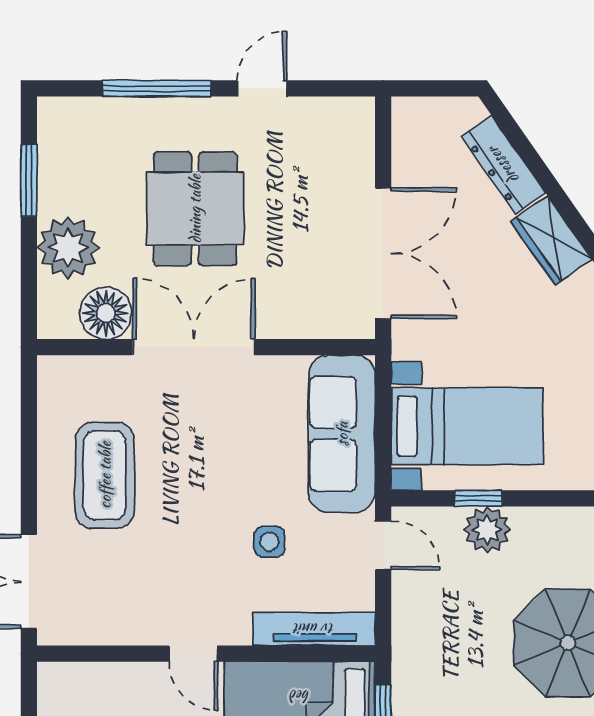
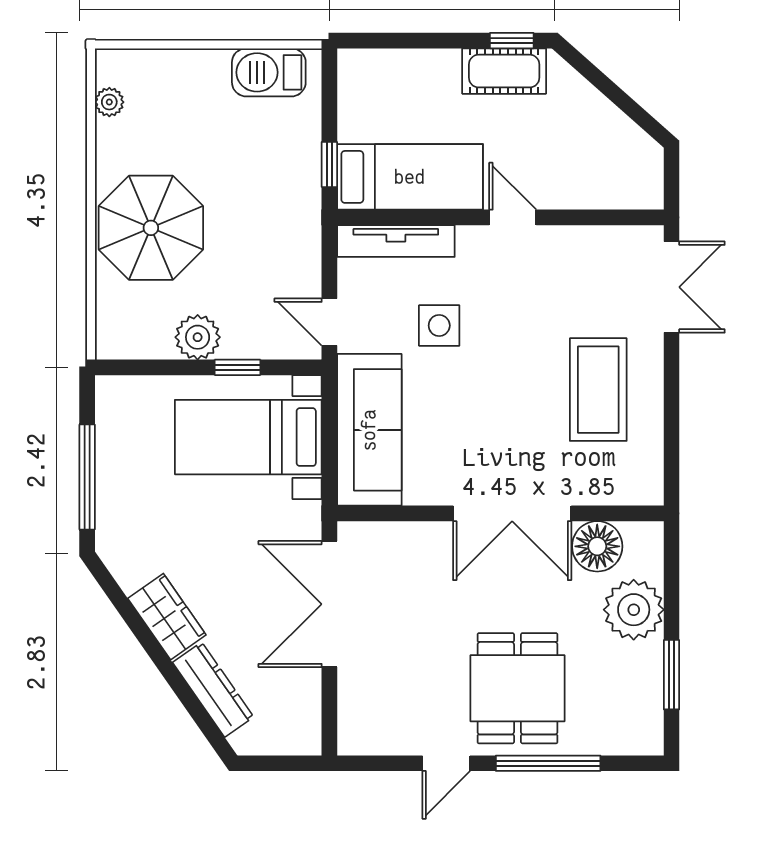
dining table: (195, 209) -> (517, 688), moved
plant: (487, 530) -> (198, 337), moved
side table: (269, 542) -> (439, 326), width x1.37, depth x1.37

